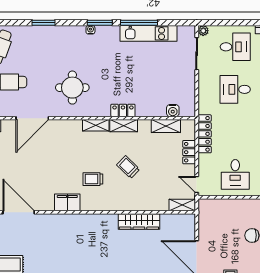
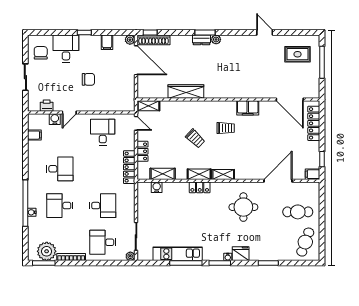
fridge: (75, 34) -> (241, 254), added

